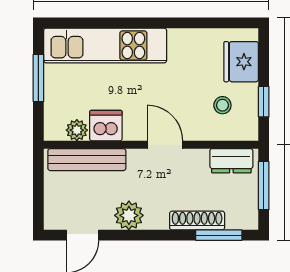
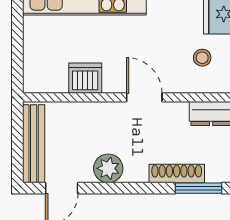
window: (38, 78) -> (17, 30), removed
plant: (77, 130) -> (56, 83), removed
bench: (87, 160) -> (34, 144), moved, turned 90

